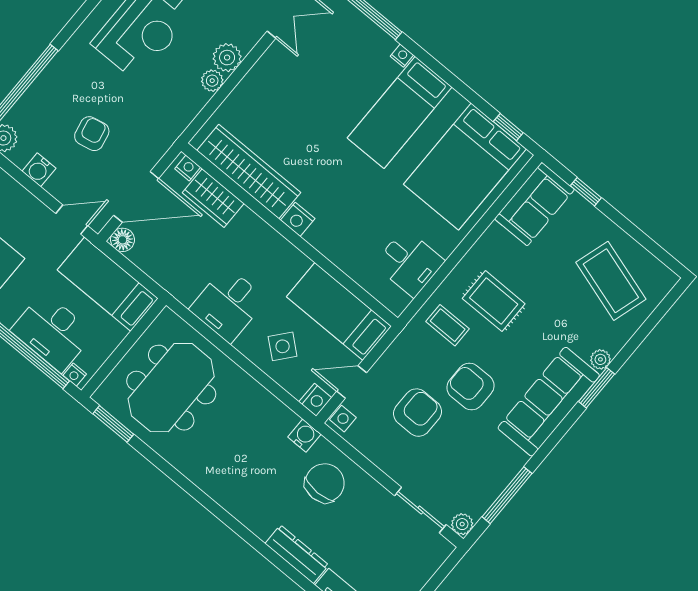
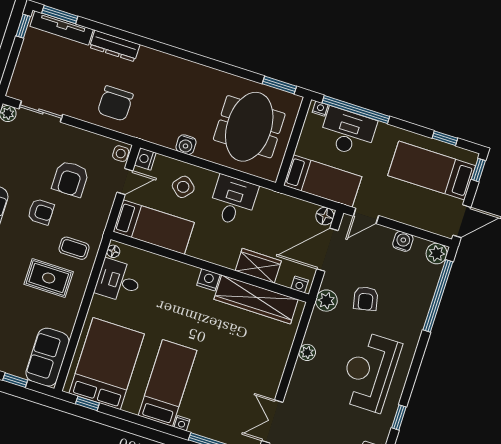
plant: (227, 58) -> (326, 301), moved
armchair: (92, 134) -> (366, 299), moved
wardrobe: (213, 198) -> (258, 266), moved
floor lamp: (401, 302) -> (113, 251), added
armchair: (470, 387) -> (41, 212), width x0.72, depth x0.72
water cooler: (304, 436) -> (186, 145), moved

